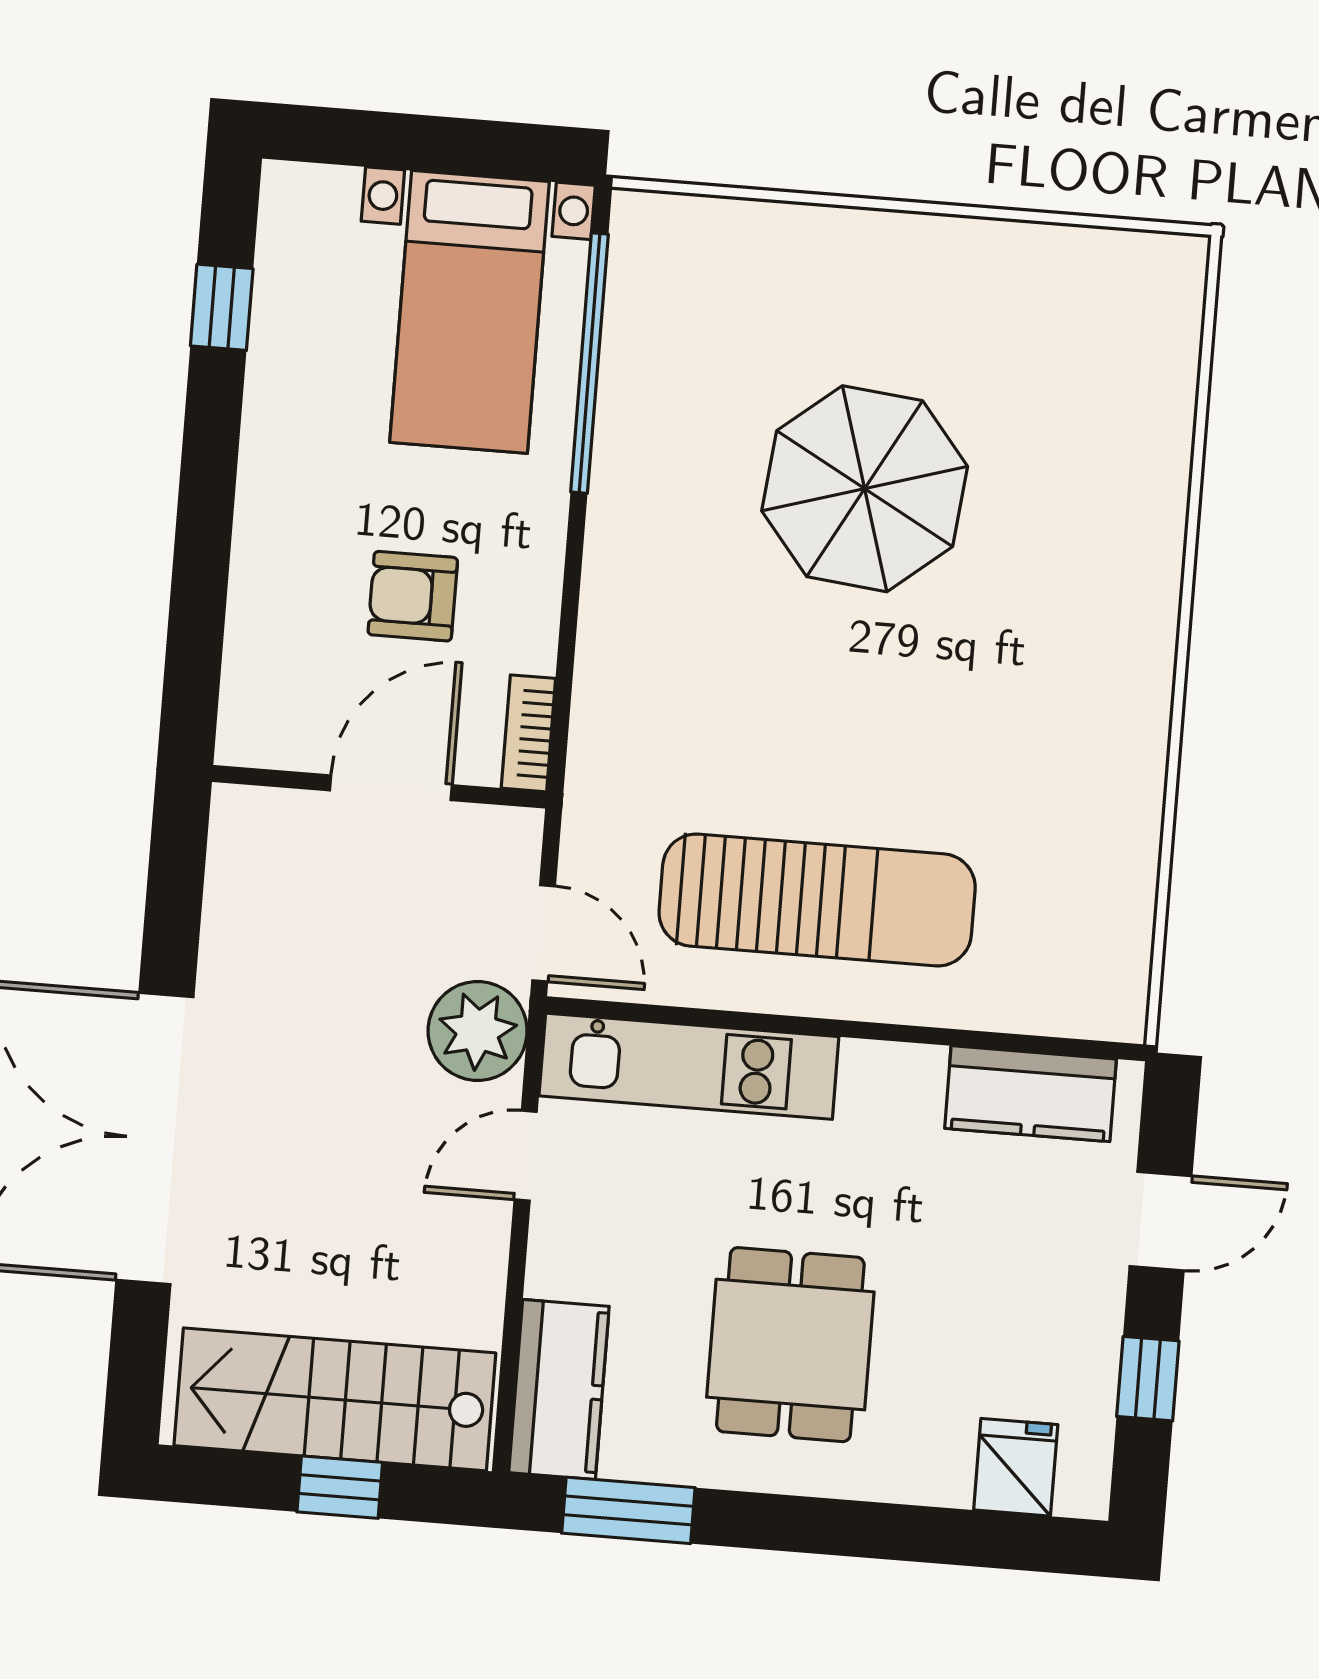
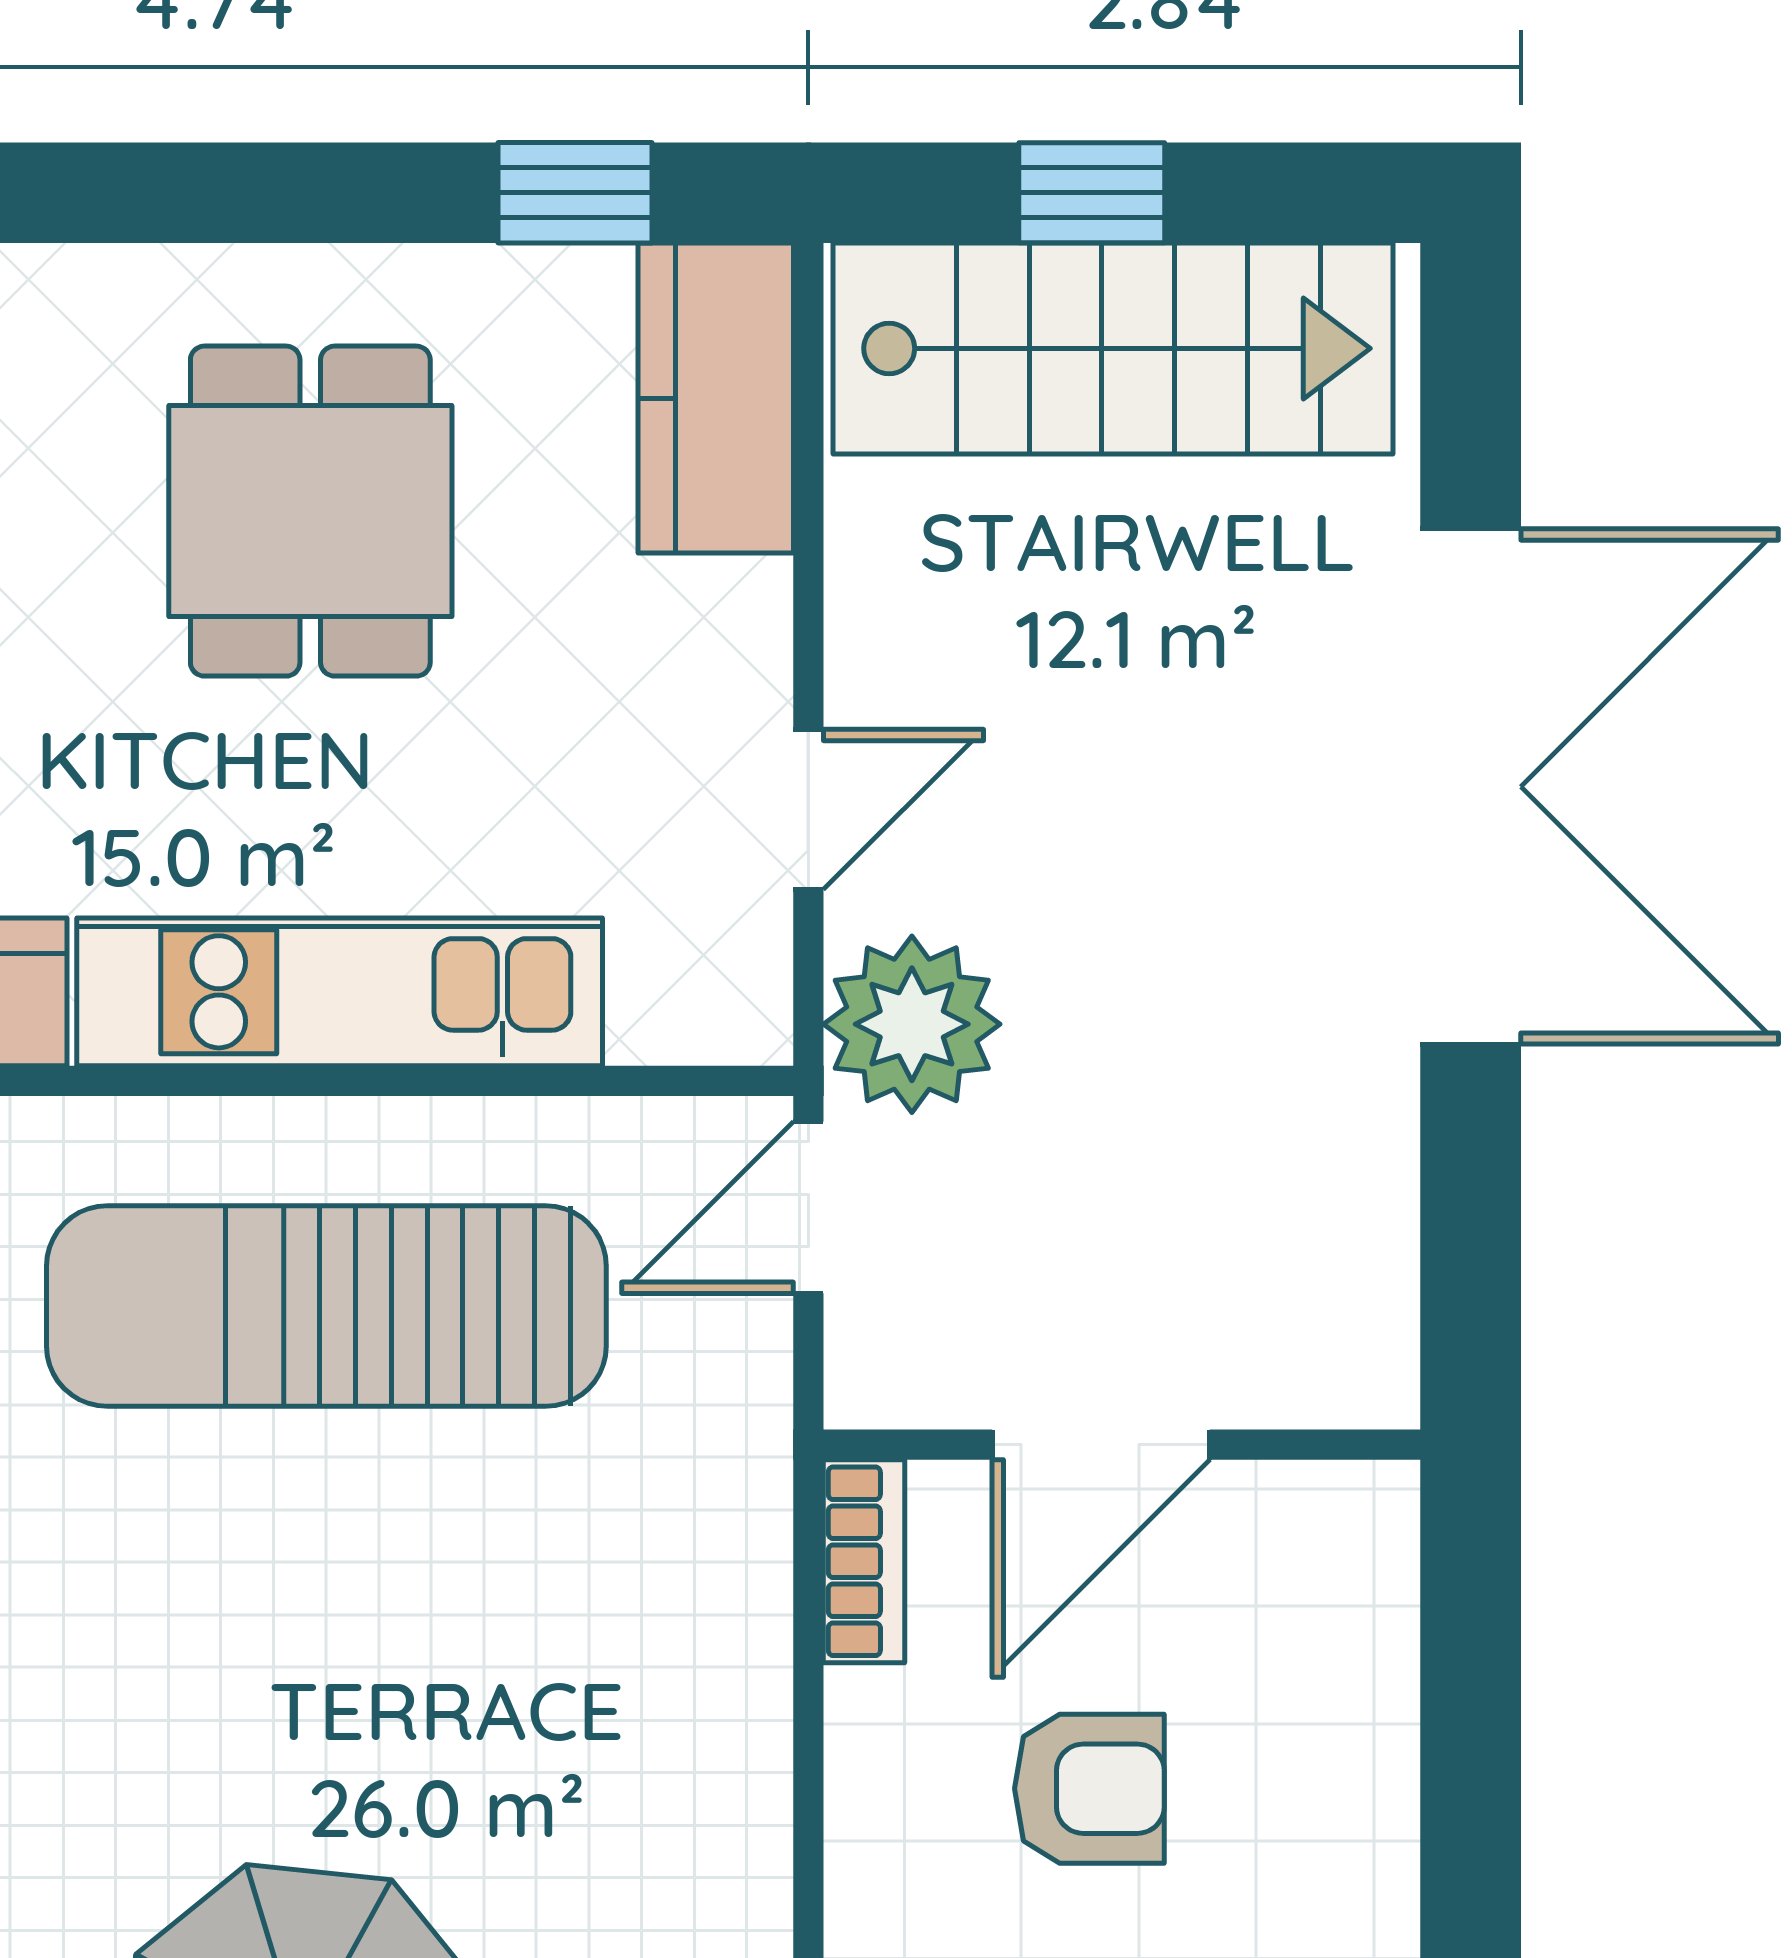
door: (544, 933) -> (808, 1208), hinge flipped
kitchen unit: (689, 1066) -> (340, 992), moved
window: (628, 1510) -> (575, 193), width x0.67

